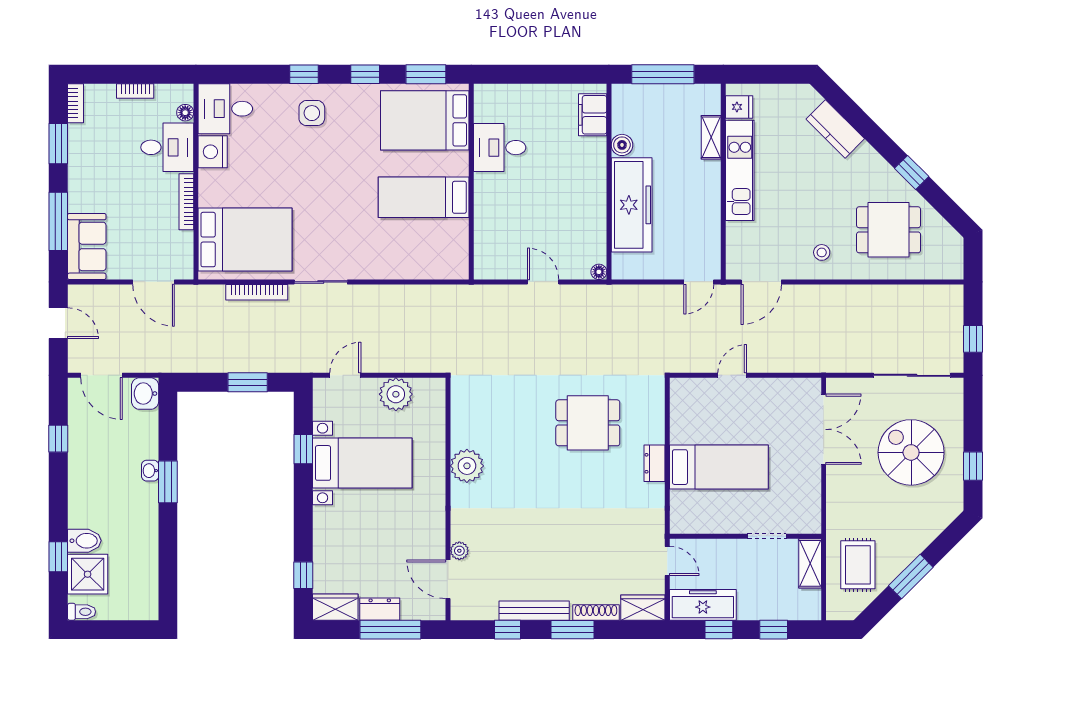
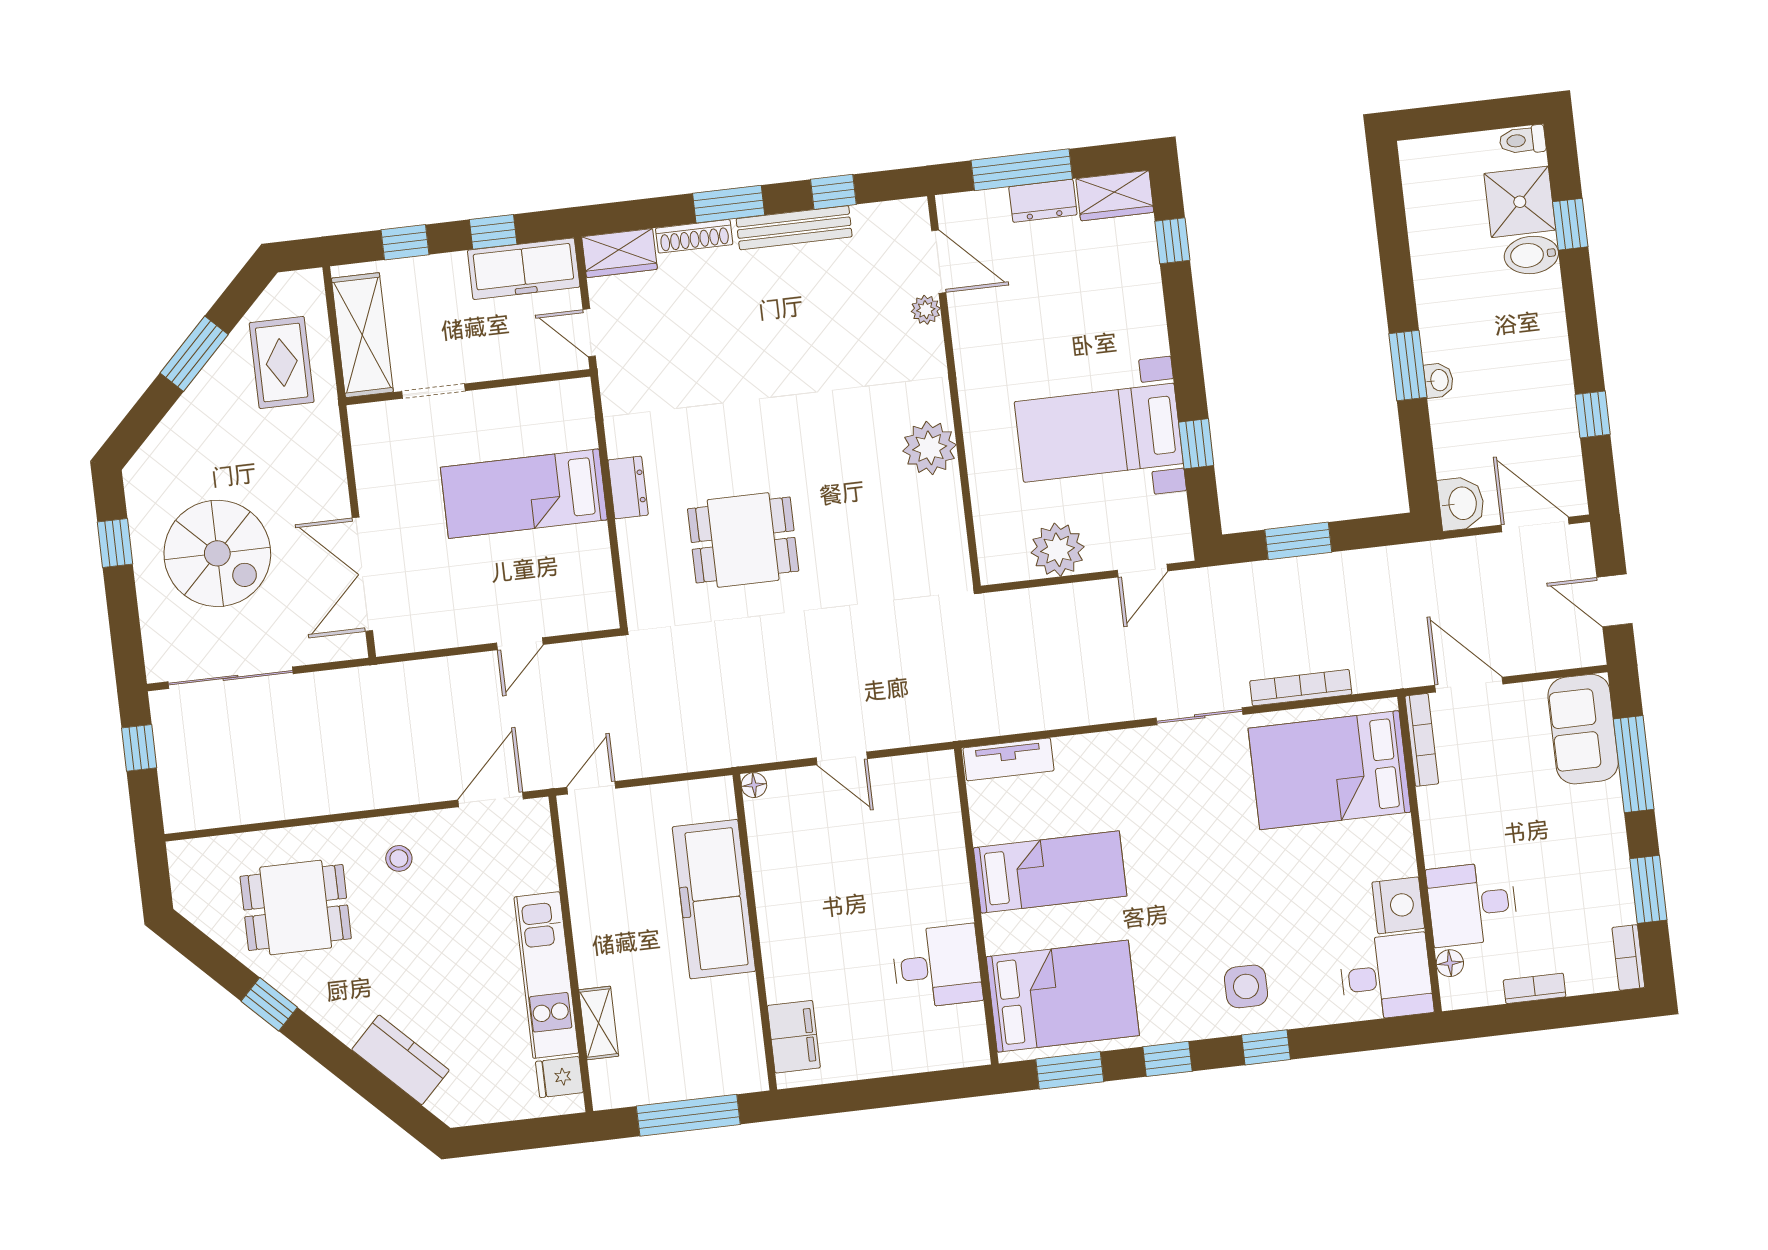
boiler: (622, 145) -> (741, 994), removed
bookcase: (186, 202) -> (1422, 740), moved
tv unit: (441, 269) -> (1008, 759), added
shelving: (810, 563) -> (362, 335), width x1.50, depth x1.33

